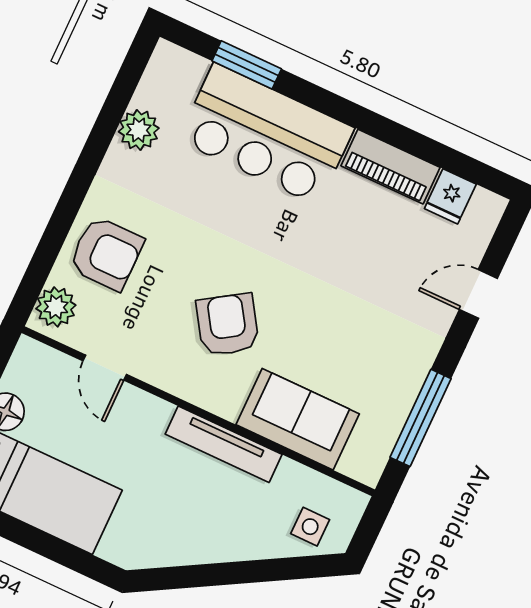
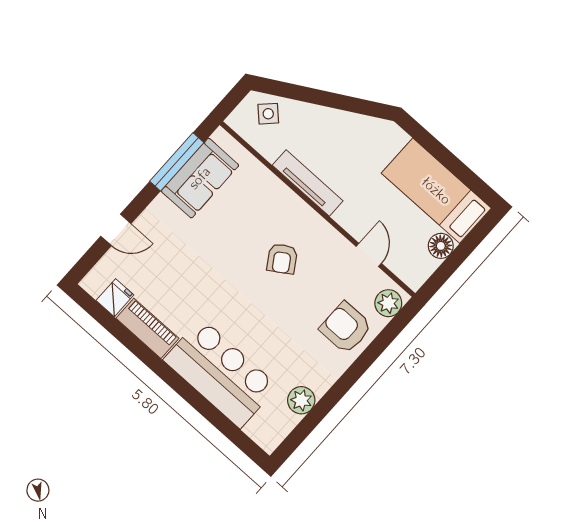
window: (247, 65) -> (220, 421), removed
armchair: (228, 325) -> (282, 259), width x0.72, depth x0.72
sofa: (298, 419) -> (200, 178), moved, turned -90
side table: (310, 527) -> (268, 114), turned 45

